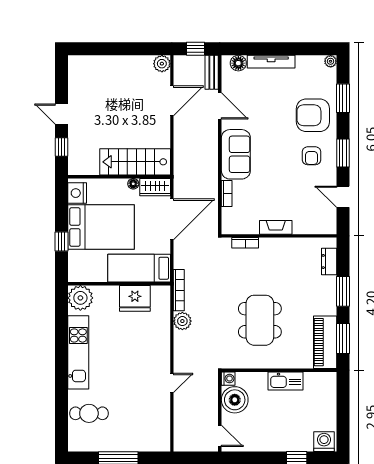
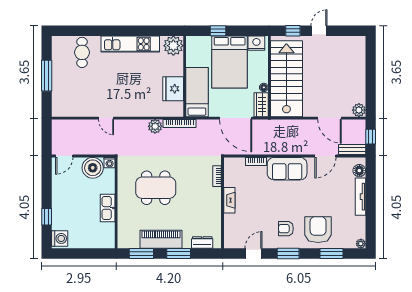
stairs: (135, 162) -> (286, 79), width x1.36, depth x1.51
piano: (325, 342) -> (161, 239), moved

